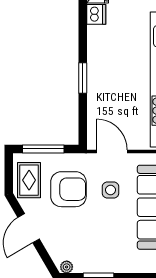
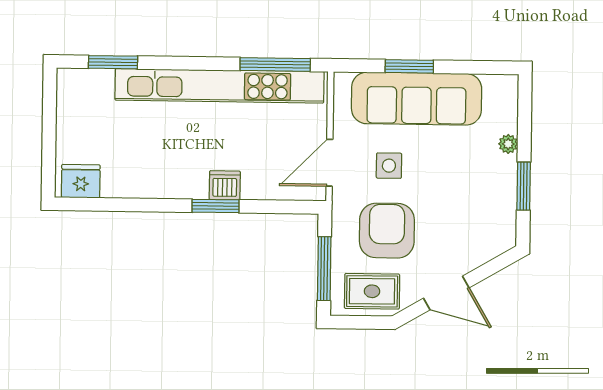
dishwasher: (96, 14) -> (225, 185), moved
plant: (67, 267) -> (508, 144), moved

